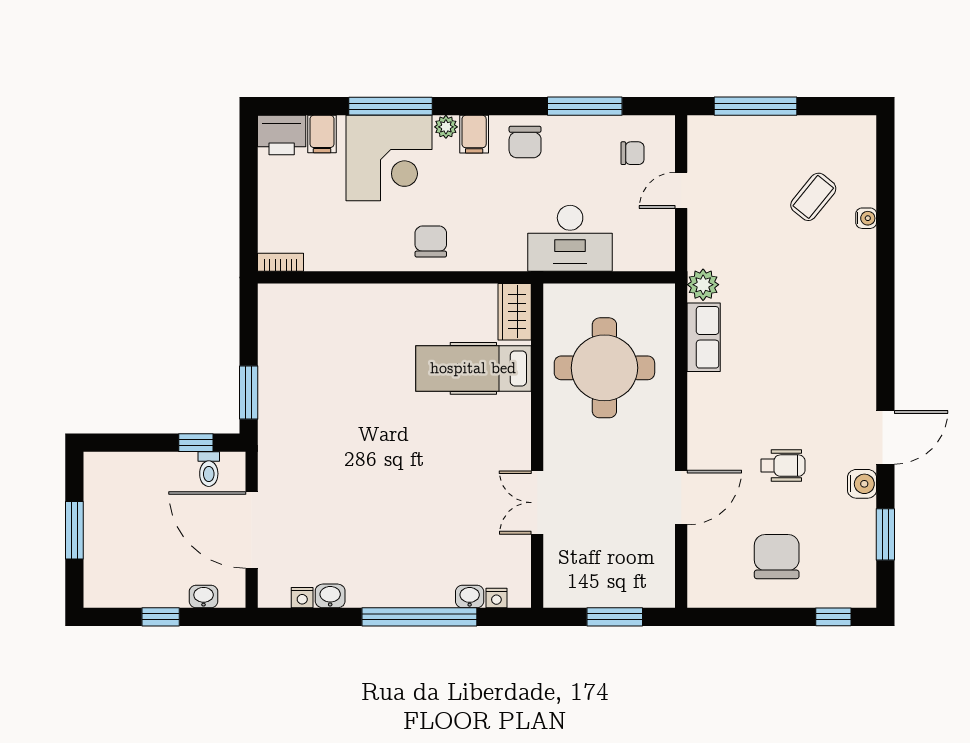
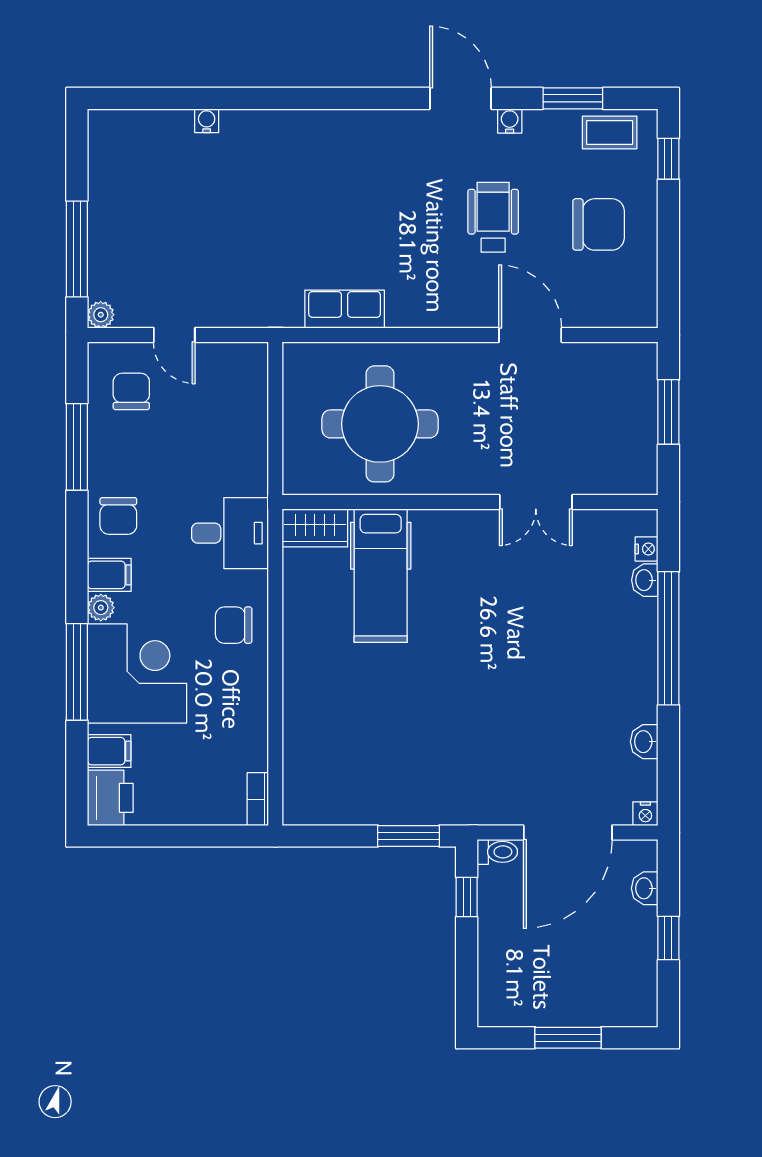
chair: (525, 142) -> (118, 516), turned 90
chair: (633, 153) -> (131, 391), width x1.37, depth x1.37
coffee table: (813, 197) -> (610, 132), moved, turned -39
desk: (570, 238) -> (230, 533), moved, width x0.73
plant: (703, 285) -> (101, 315), moved, width x0.73, depth x0.73
wheelchair: (783, 466) -> (493, 217), width x1.36, depth x1.37
toilet: (209, 469) -> (497, 852), moved
water cooler: (862, 484) -> (510, 121), width x0.72, depth x0.72
chair: (777, 557) -> (599, 224), turned 180
nightstand: (302, 598) -> (645, 814), moved, turned 90

